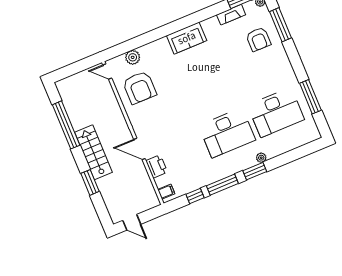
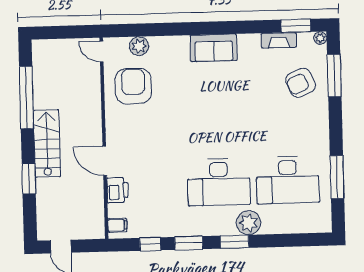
armchair: (258, 39) -> (301, 83), turned 66
armchair: (139, 87) -> (133, 86), turned 180
plant: (261, 158) -> (249, 223), width x1.88, depth x1.88
window: (222, 185) -> (189, 243), width x0.69

